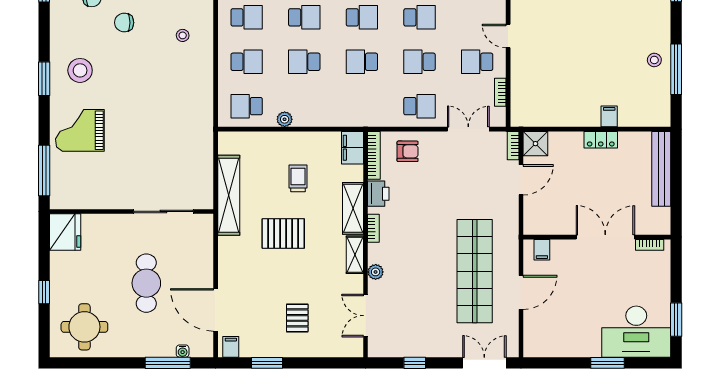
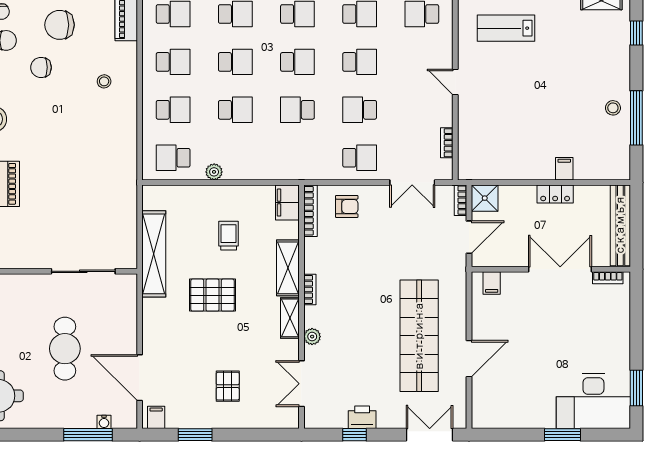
school desk: (304, 62) -> (235, 110), turned 180
school desk: (477, 62) -> (422, 110), removed
double door: (468, 129) -> (412, 183), swing flipped
printer: (378, 194) -> (362, 417), moved, turned -90
wall: (597, 237) -> (551, 269), moved
double door: (605, 237) -> (560, 269), moved
bookcase: (650, 245) -> (608, 278), moved
filing cabinet: (542, 250) -> (492, 283), moved

